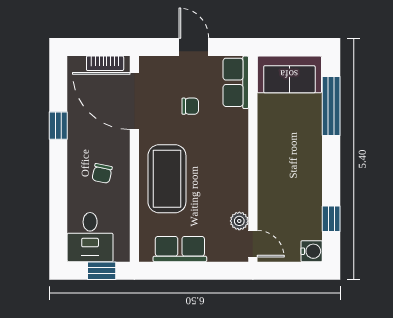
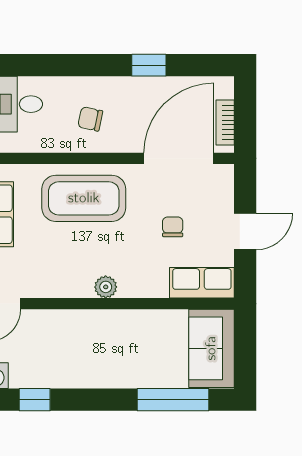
chair: (190, 106) -> (173, 227), turned 180
plant: (239, 221) -> (106, 287), moved

